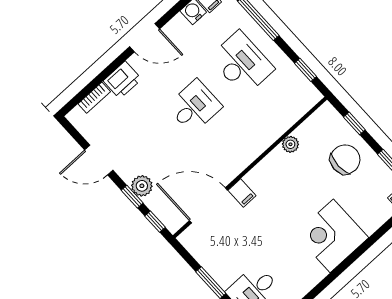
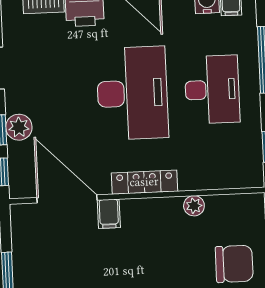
desk: (194, 106) -> (132, 93), width x1.87, depth x1.30
locker: (248, 155) -> (144, 182), added

